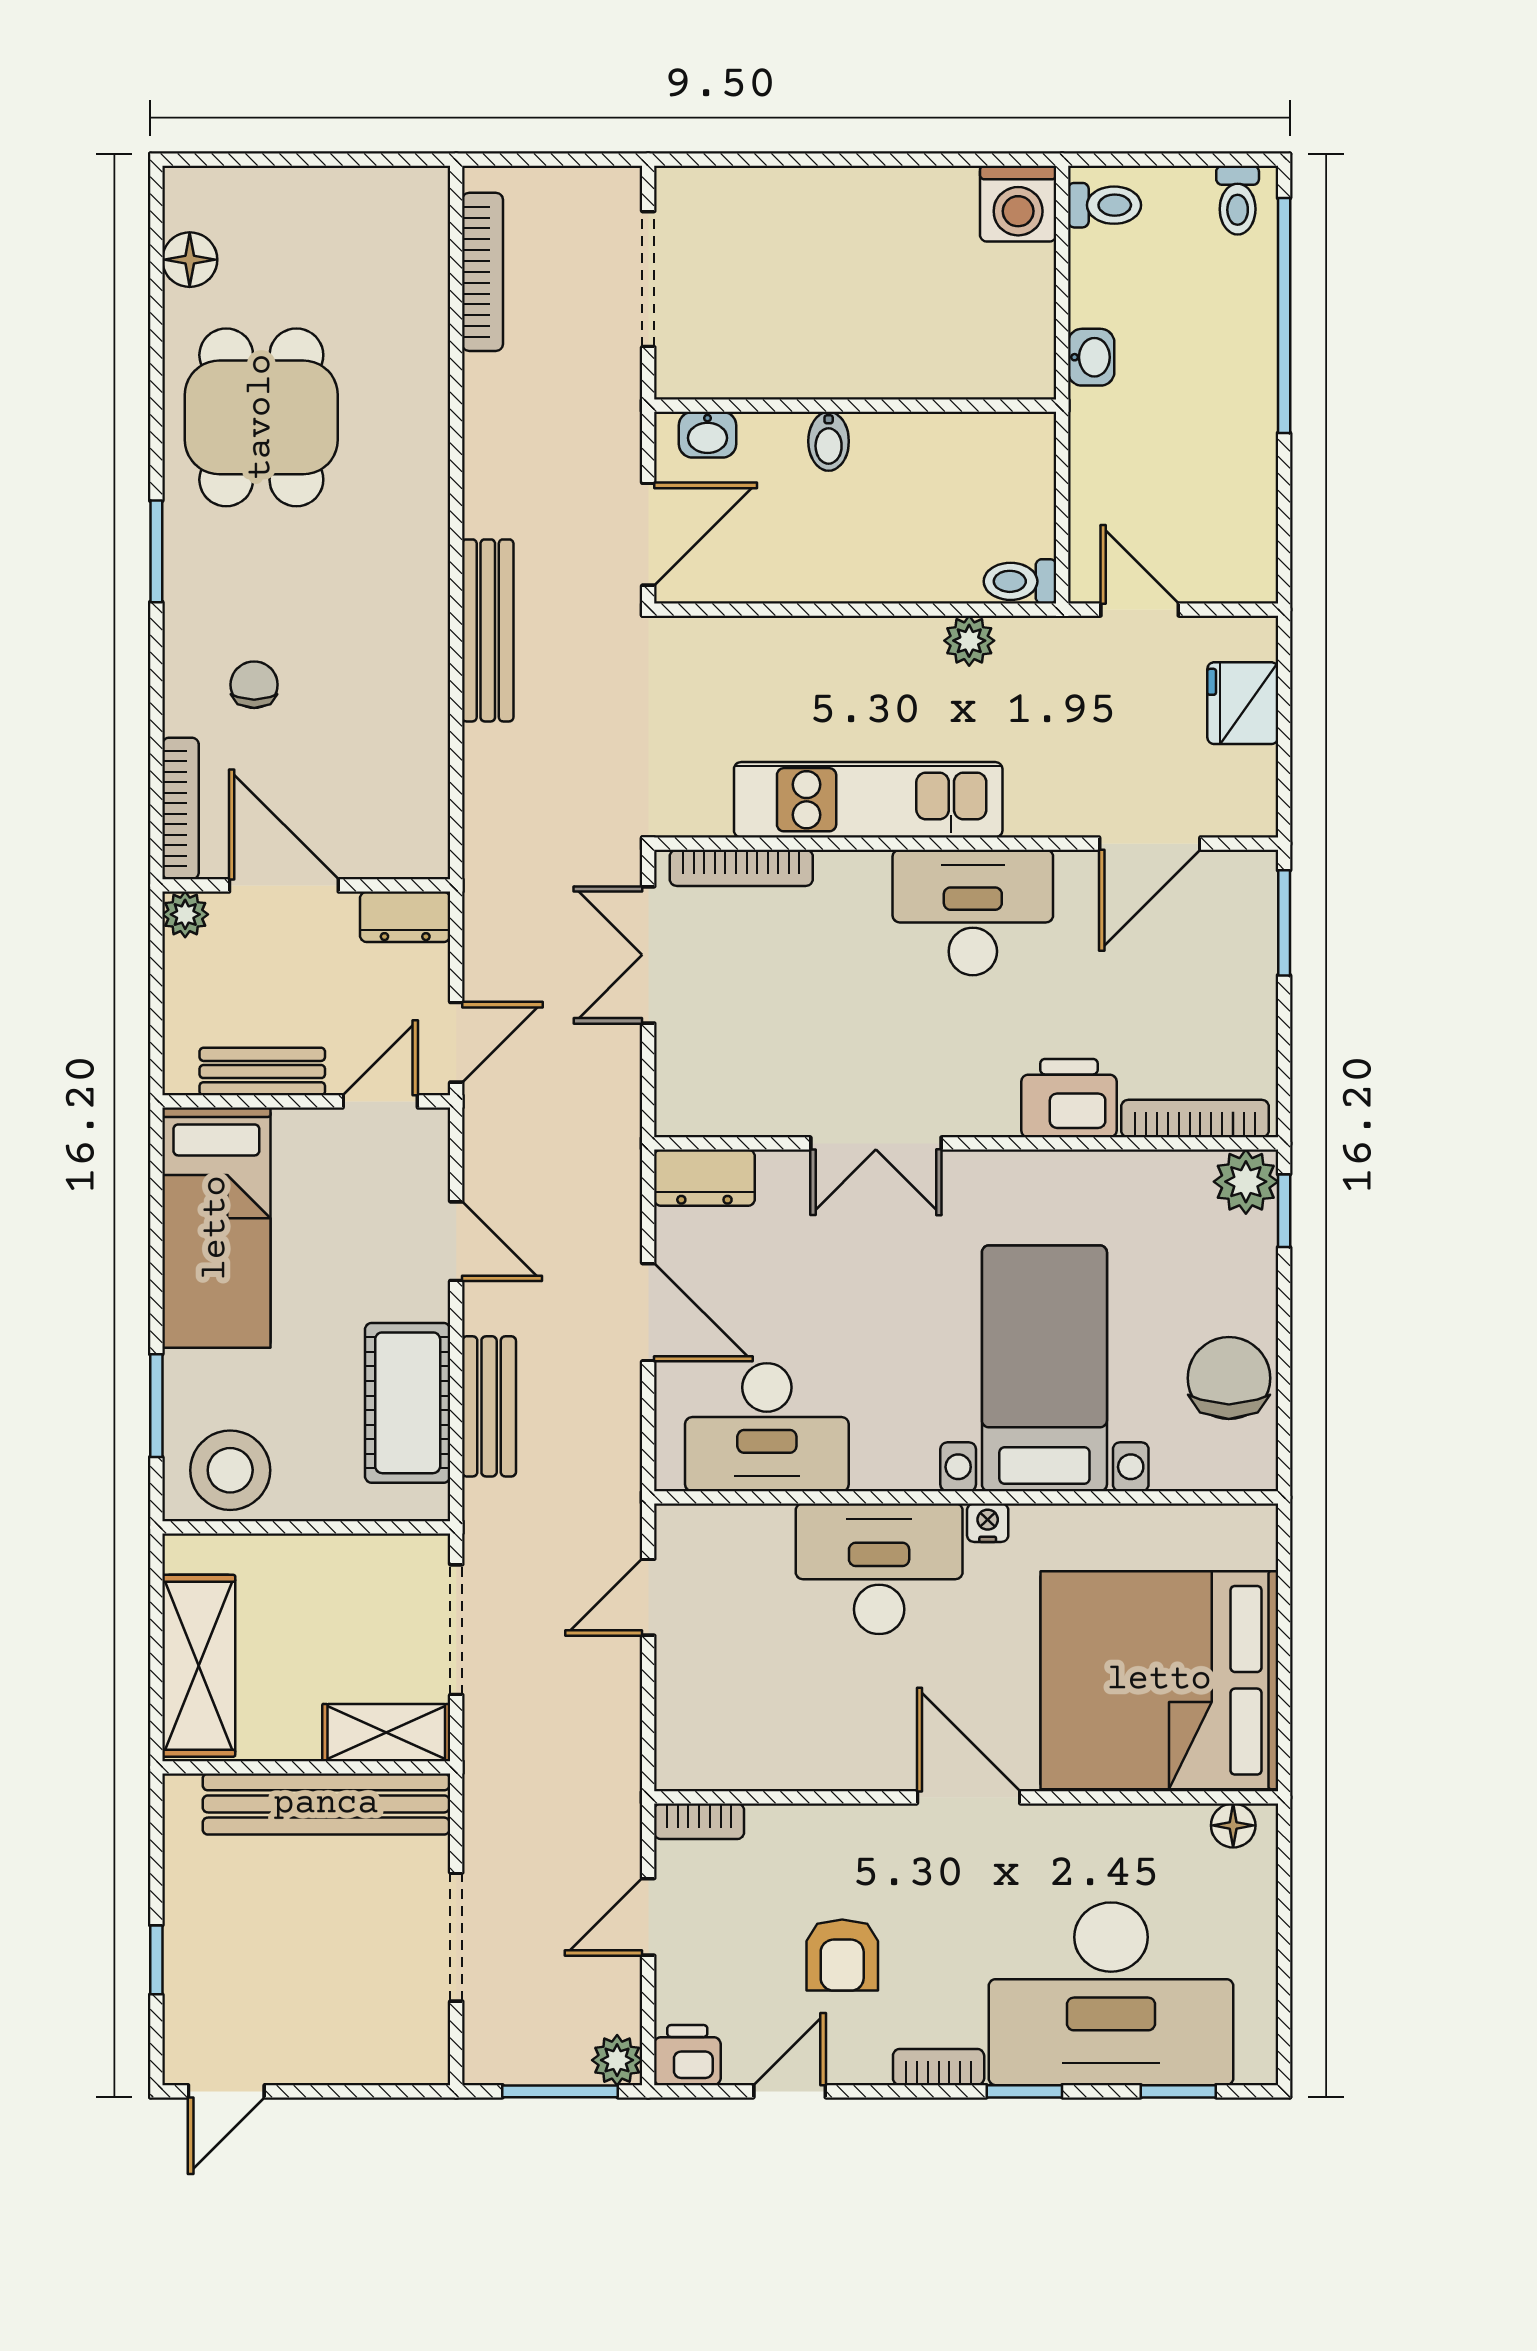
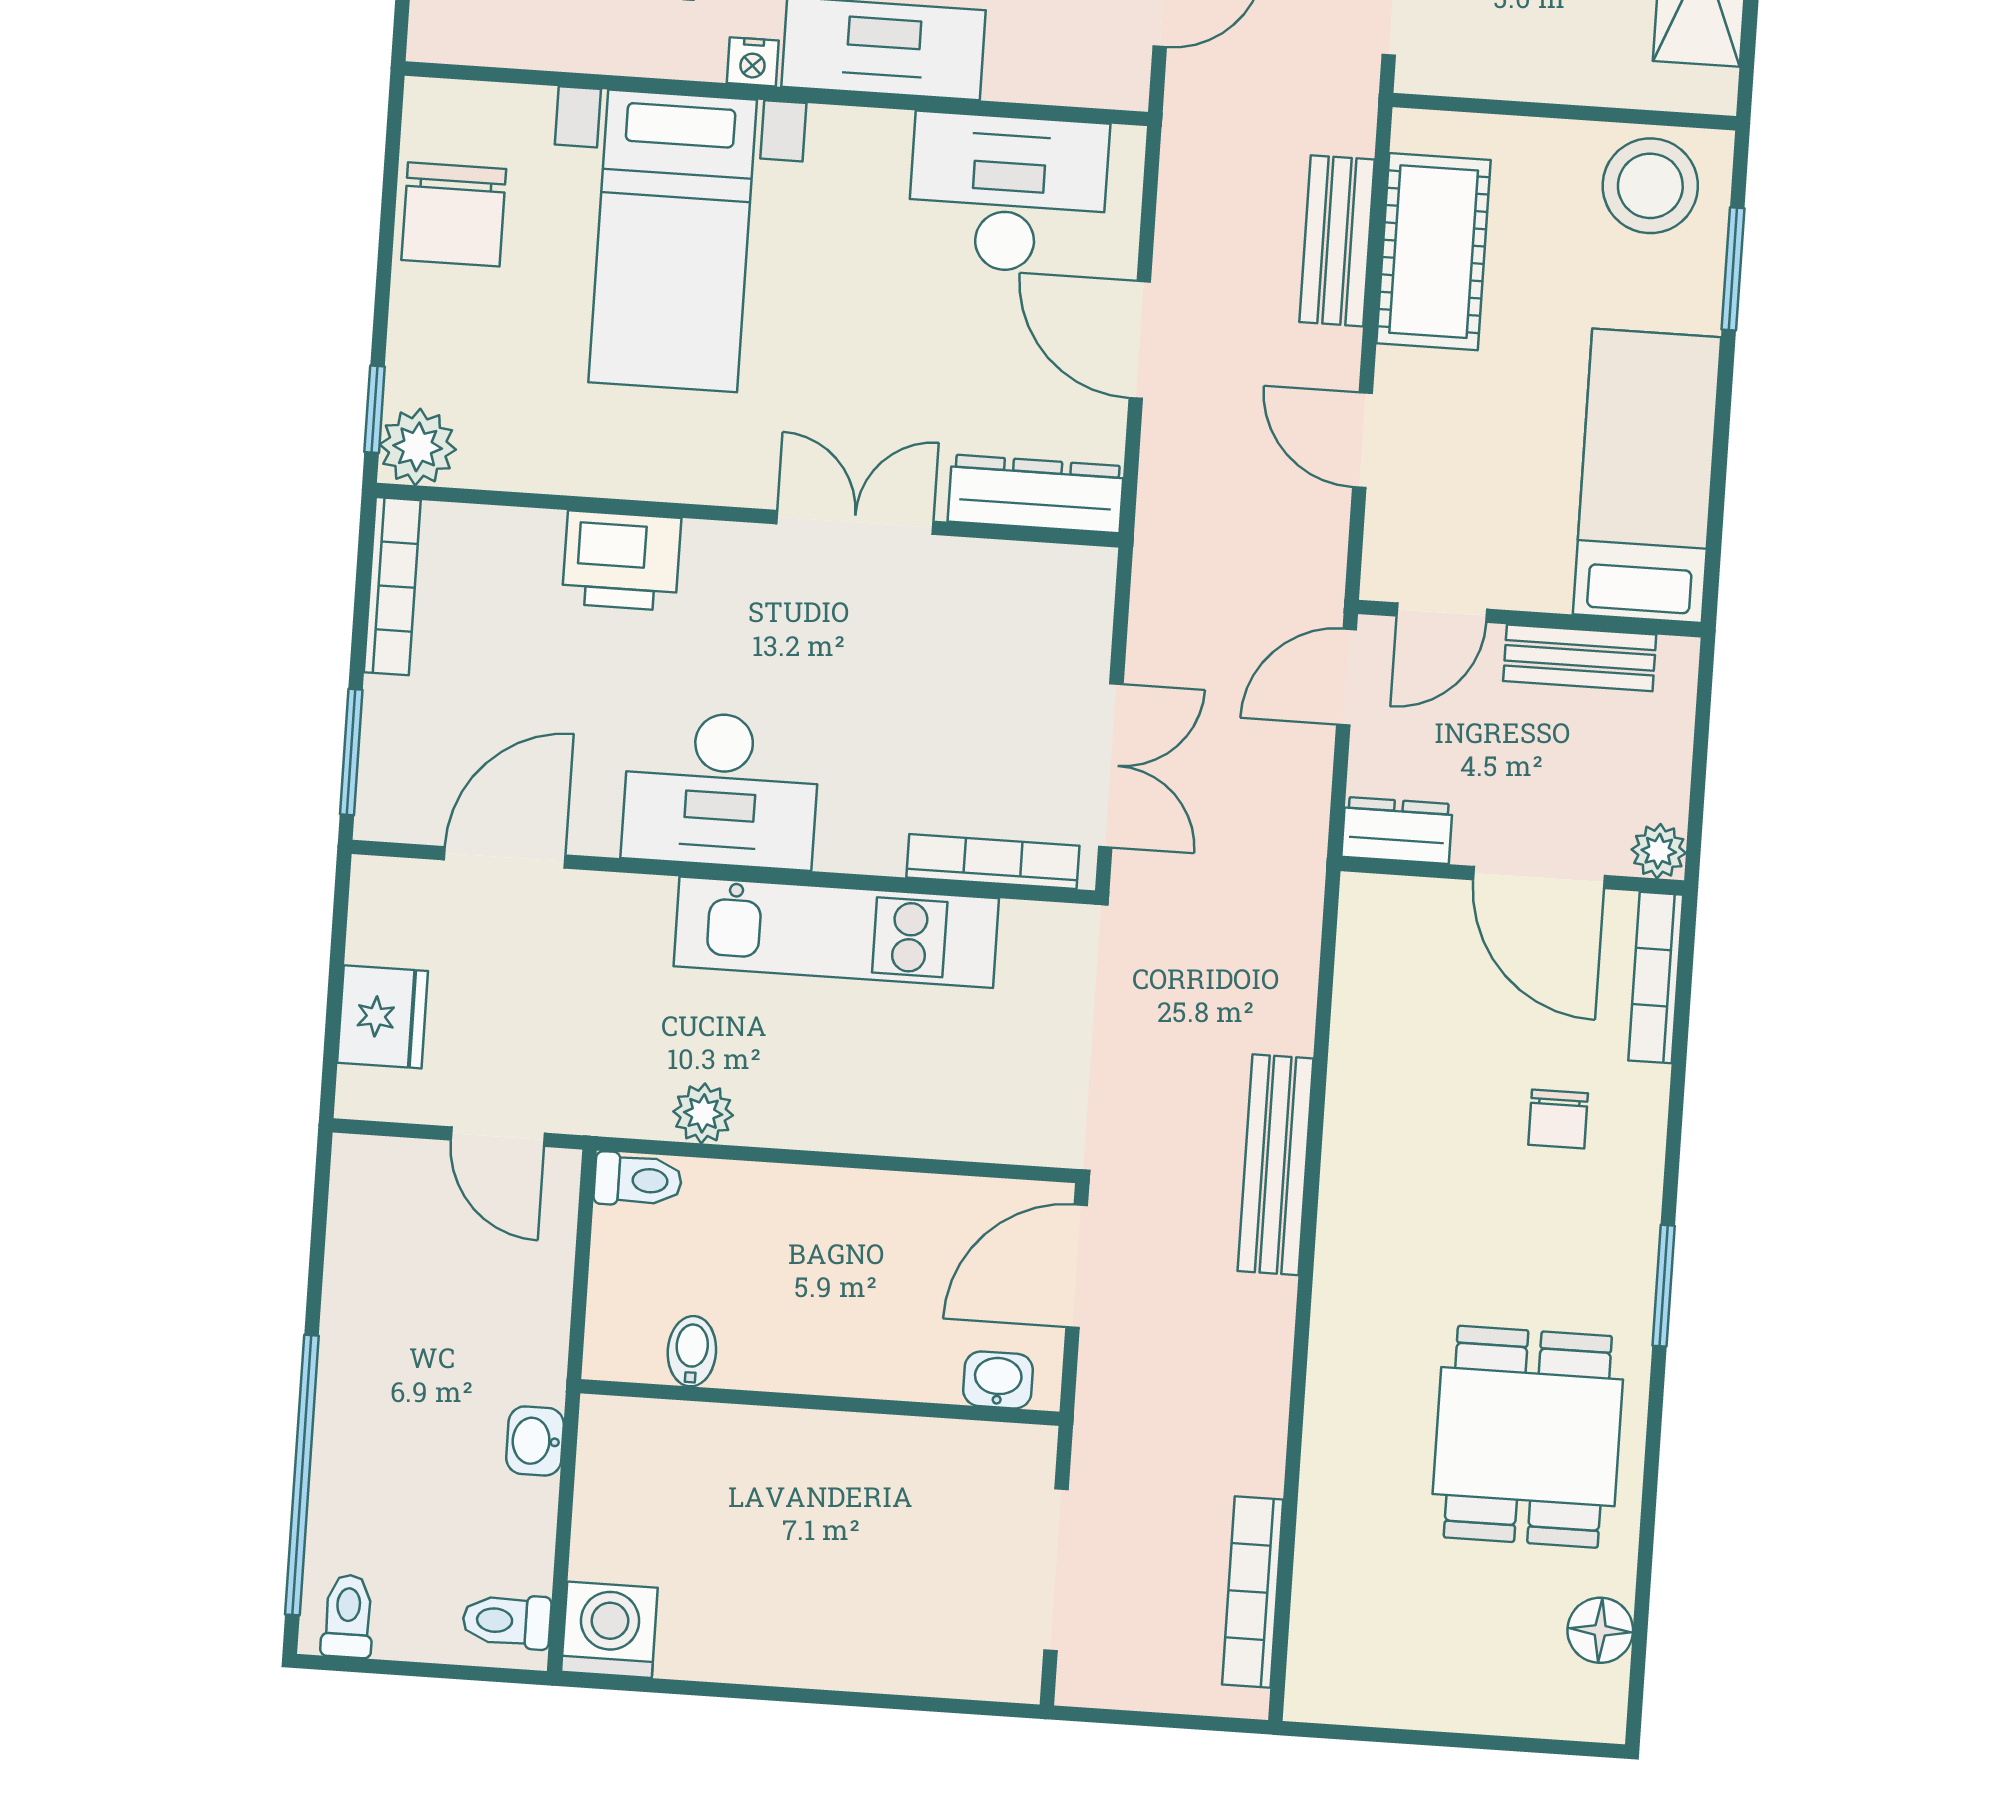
bidet: (829, 441) -> (692, 1351), moved
bookcase: (1195, 1119) -> (392, 586), moved, turned -90
dresser: (704, 1178) -> (1036, 494), width x1.44

